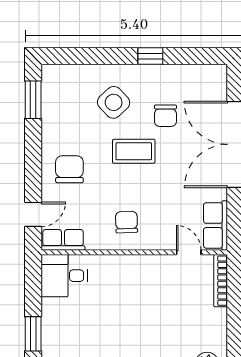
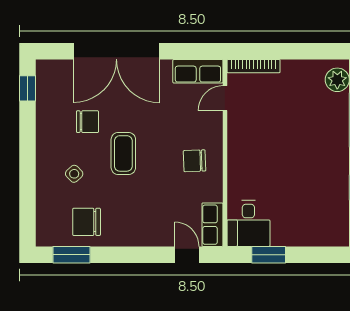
window: (150, 56) -> (28, 88), moved
side table: (114, 102) -> (74, 174), width x0.54, depth x0.54
chair: (69, 169) -> (87, 222), moved
window: (33, 334) -> (269, 255), moved

